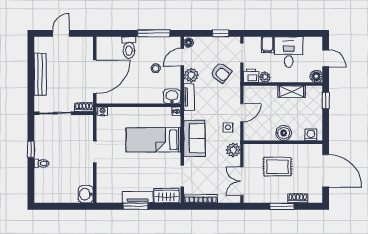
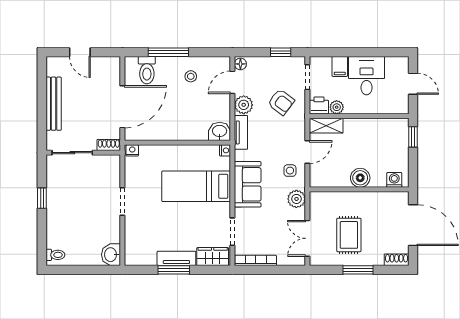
door: (61, 33) -> (80, 52), swing flipped
window: (154, 33) -> (168, 52), moved
toilet: (129, 48) -> (147, 70), moved
stool: (156, 68) -> (191, 76), moved
floor lamp: (316, 76) -> (401, 106), removed
shelving: (292, 92) -> (326, 126), moved
toilet: (42, 163) -> (55, 255), moved
rug: (277, 167) -> (349, 235), moved, turned 90
shoe rack: (298, 198) -> (397, 260), moved

